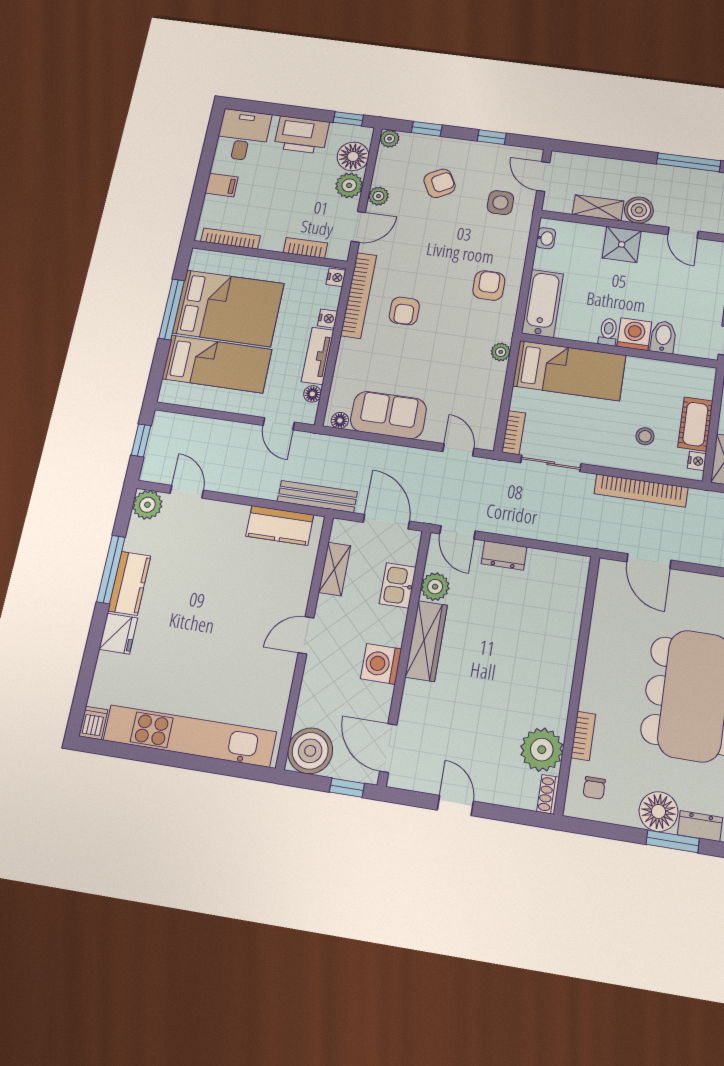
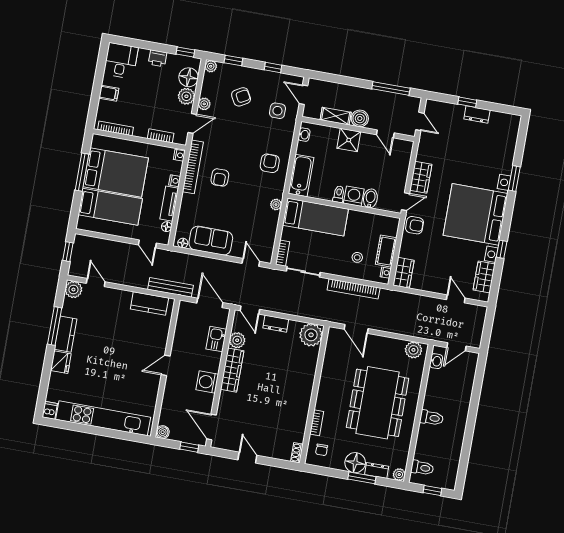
printer: (302, 135) -> (158, 58), width x0.53, depth x0.68
shelving: (335, 569) -> (181, 329), removed
plant: (542, 750) -> (311, 335), moved
boiler: (310, 751) -> (163, 432), width x0.54, depth x0.54

